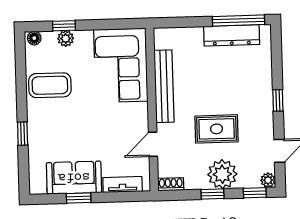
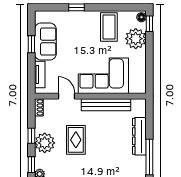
window: (64, 26) -> (149, 24), moved
dresser: (232, 35) -> (139, 136), moved
plant: (66, 38) -> (136, 39), width x1.87, depth x1.87
corner sofa: (121, 65) -> (103, 76), moved

